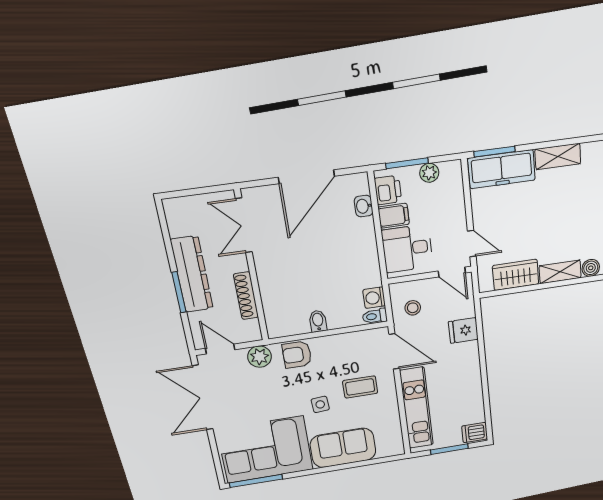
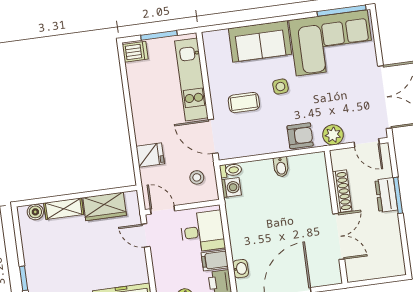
double door: (244, 225) -> (339, 236), moved
dresser: (192, 274) -> (386, 195), width x0.51, depth x0.80

